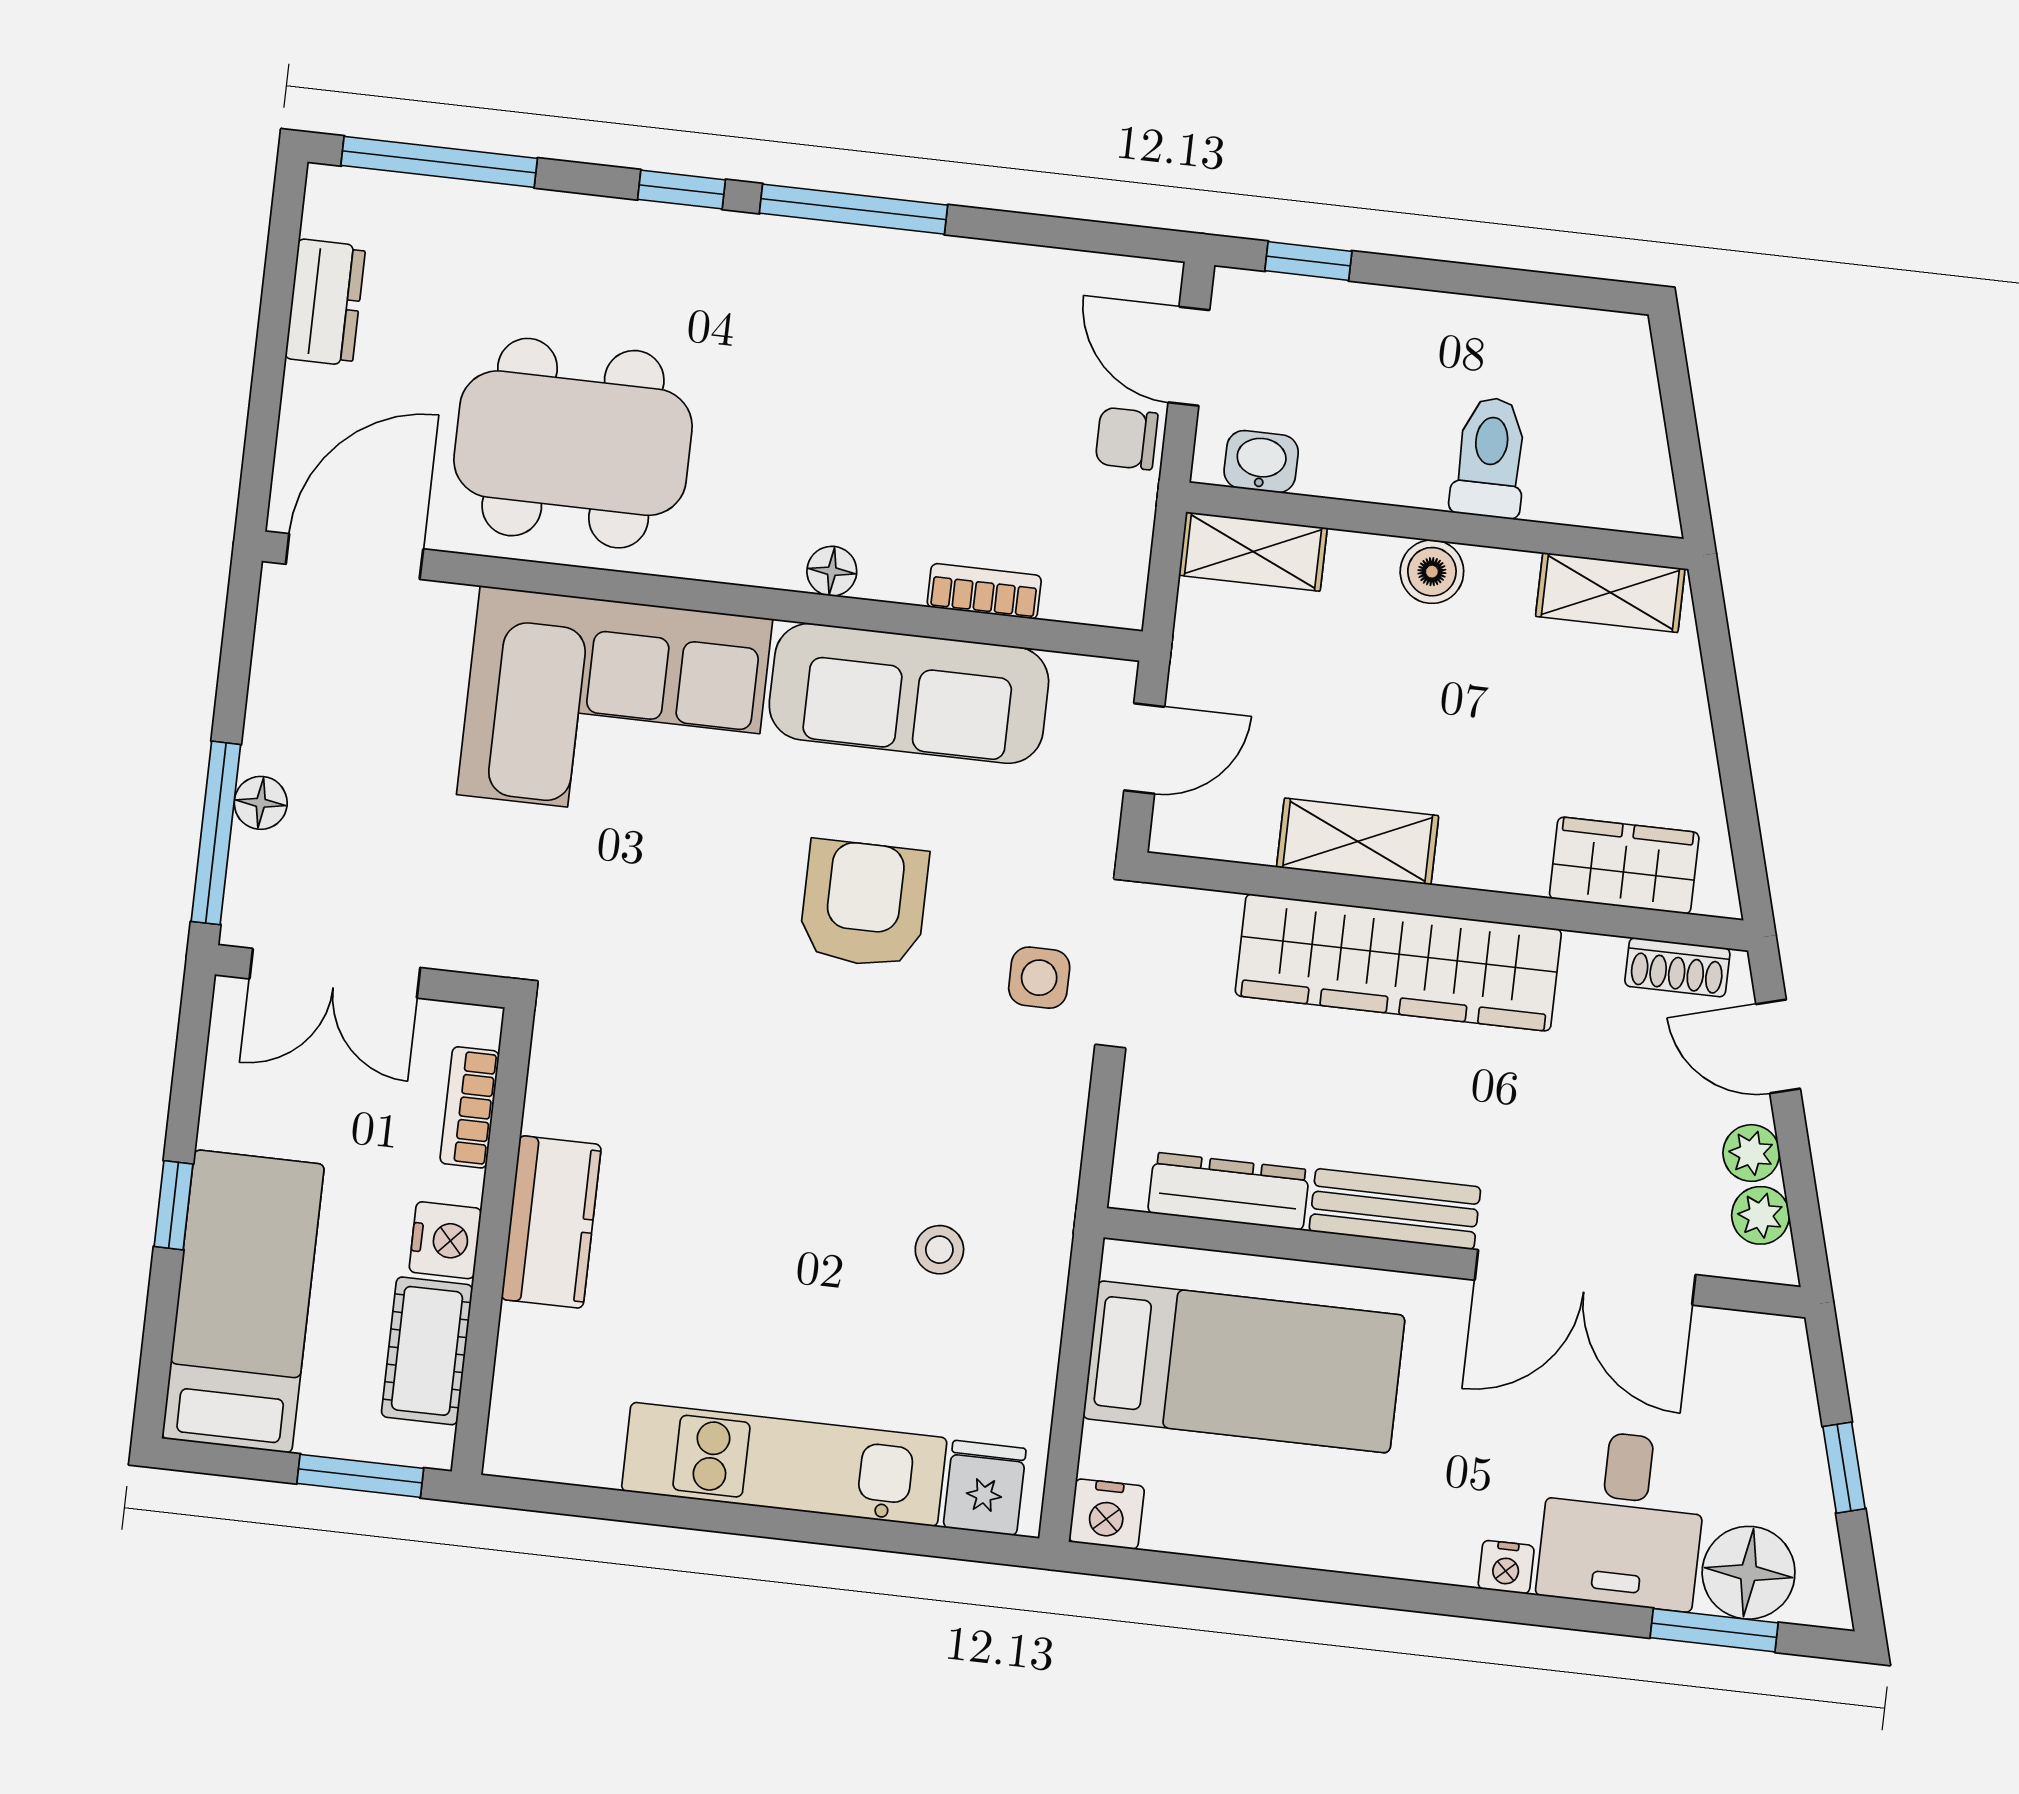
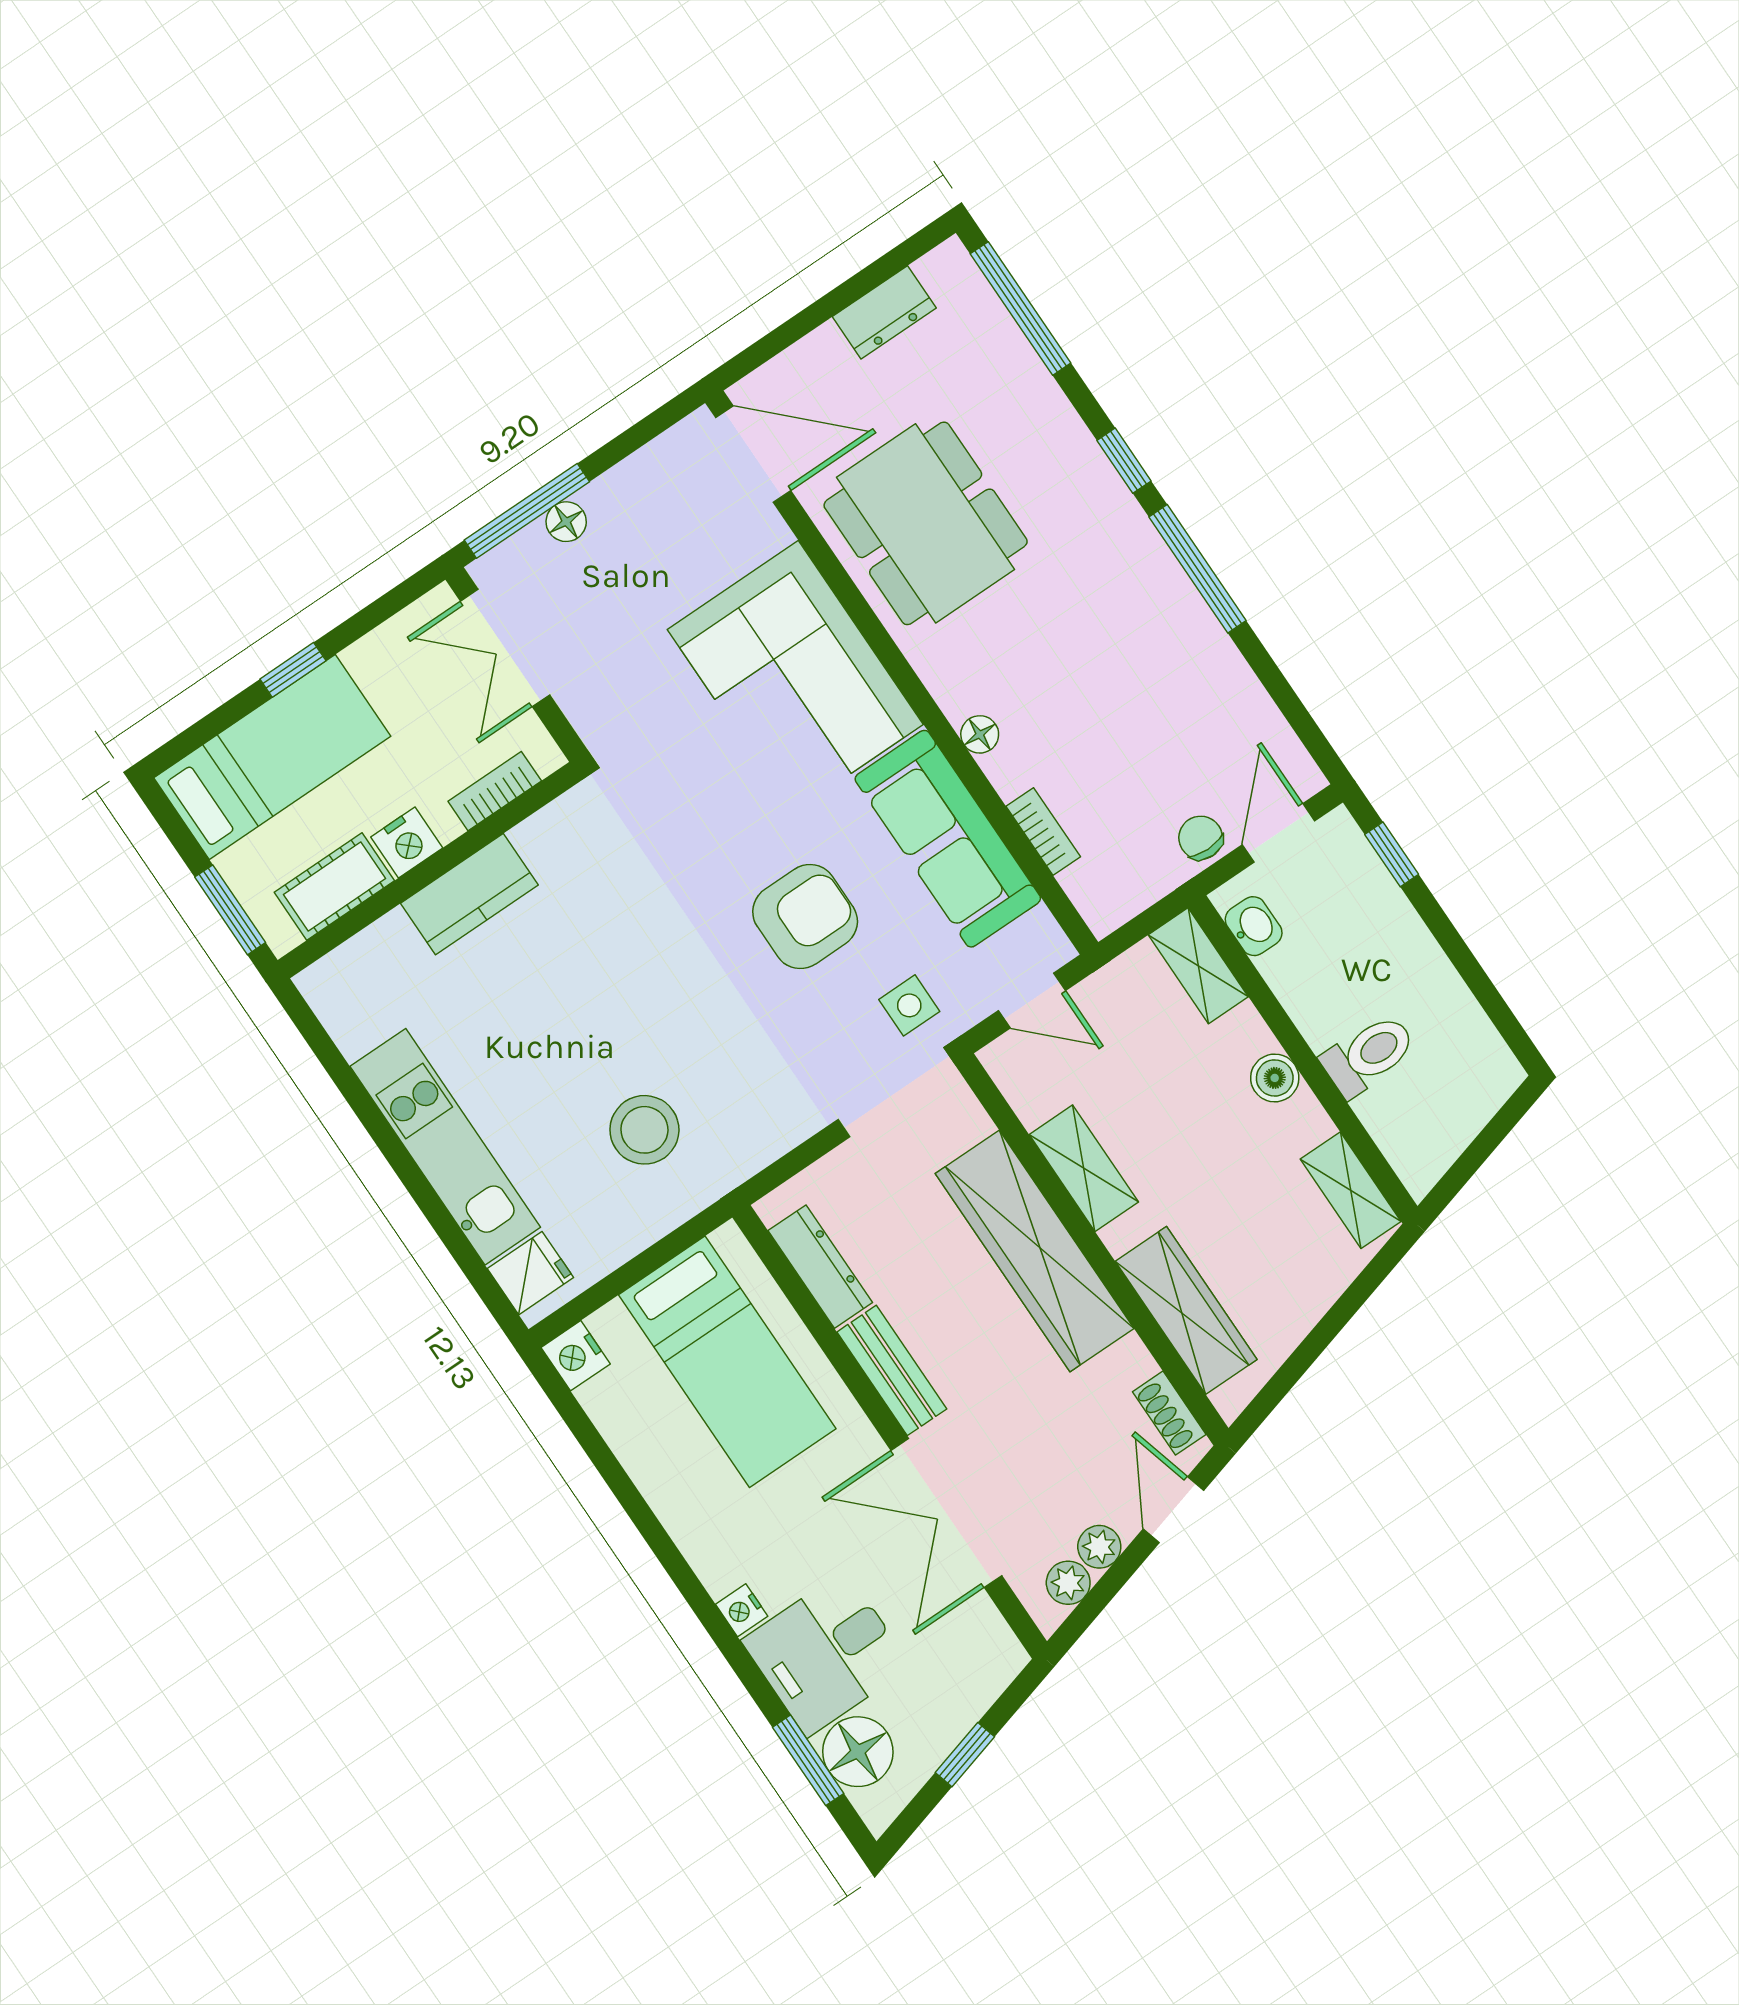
wardrobe: (1624, 865) -> (1186, 1310), width x1.50
side table: (1039, 978) -> (909, 1005), moved
stool: (939, 1250) -> (644, 1130), width x1.89, depth x1.89

